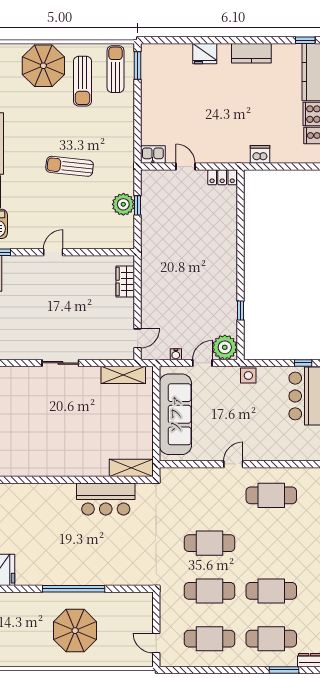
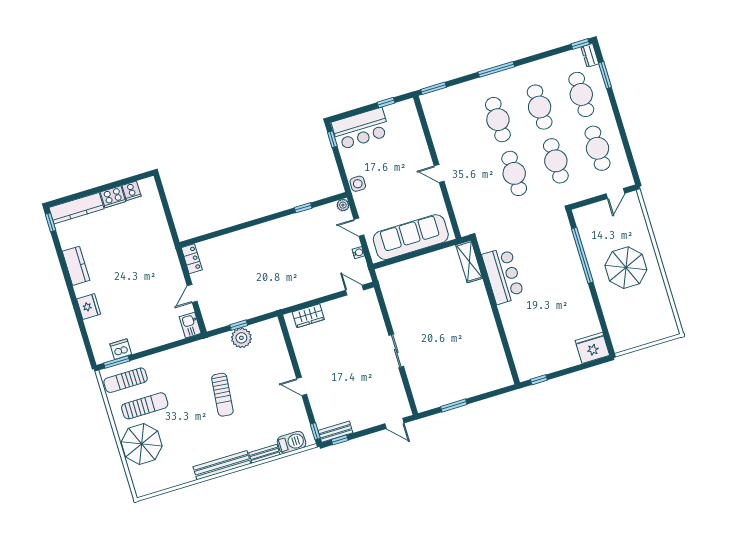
dishwasher: (260, 154) -> (121, 349), moved, turned 90
plant: (225, 347) -> (343, 205), width x0.53, depth x0.53
shelving: (123, 375) -> (390, 293), removed
cafe table: (271, 495) -> (498, 120), moved
window: (74, 589) -> (582, 255), moved

